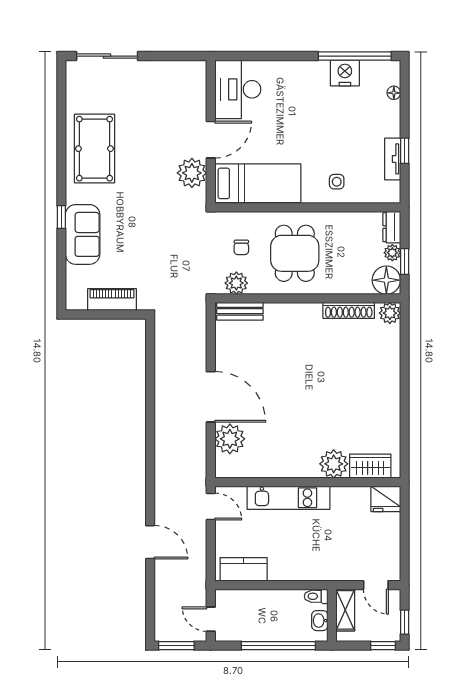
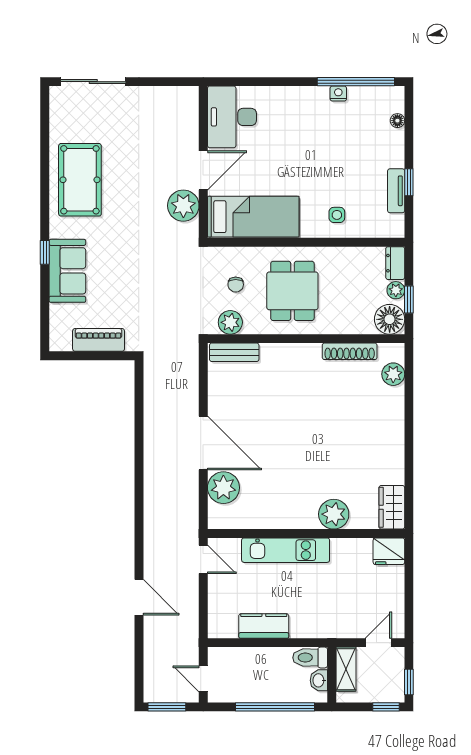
nightstand: (345, 73) -> (338, 94), width x0.53, depth x0.56
plant: (390, 313) -> (393, 374), moved
wardrobe: (370, 466) -> (392, 507), moved, turned -90
kitchen counter: (244, 569) -> (264, 626), moved
door: (376, 585) -> (378, 643), swing flipped
toilet: (316, 596) -> (310, 658), width x1.37, depth x1.39

